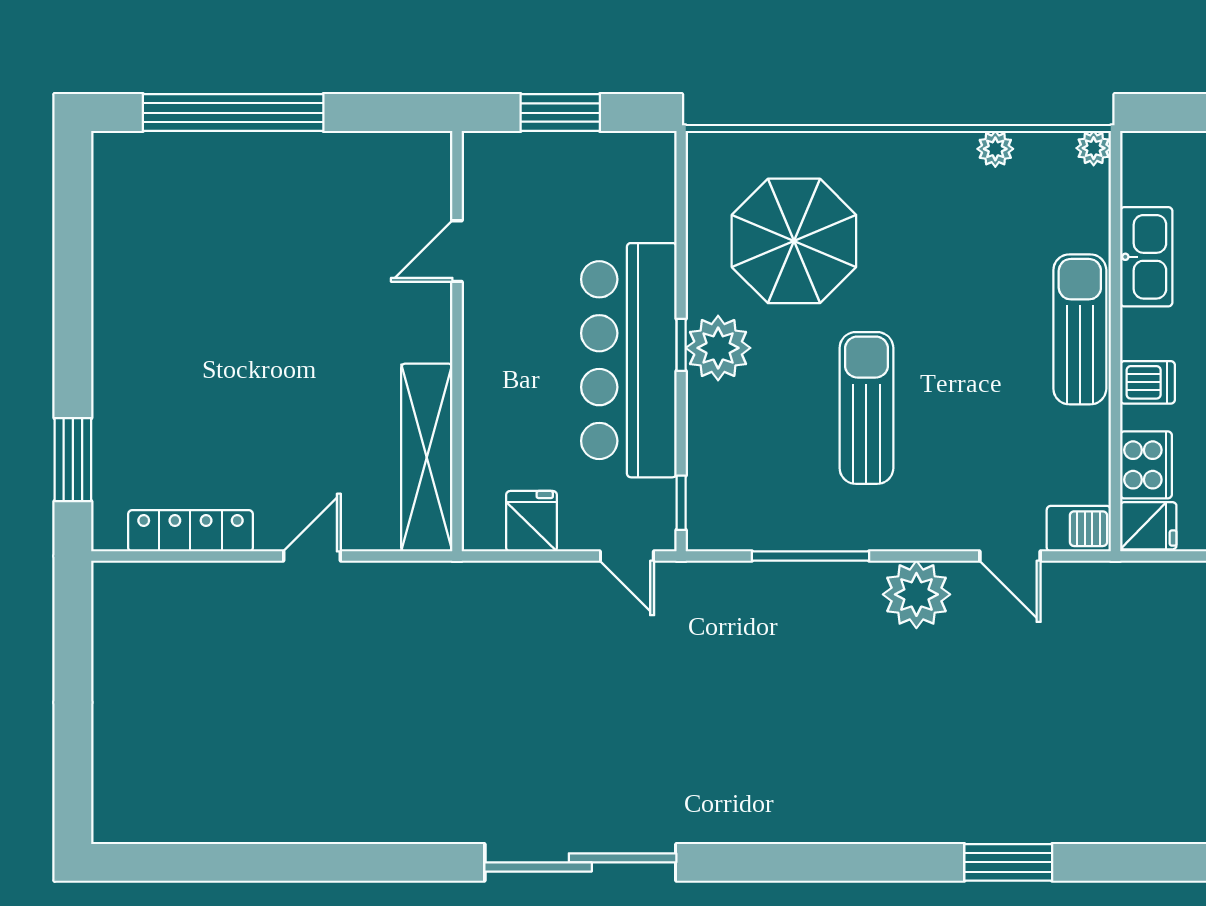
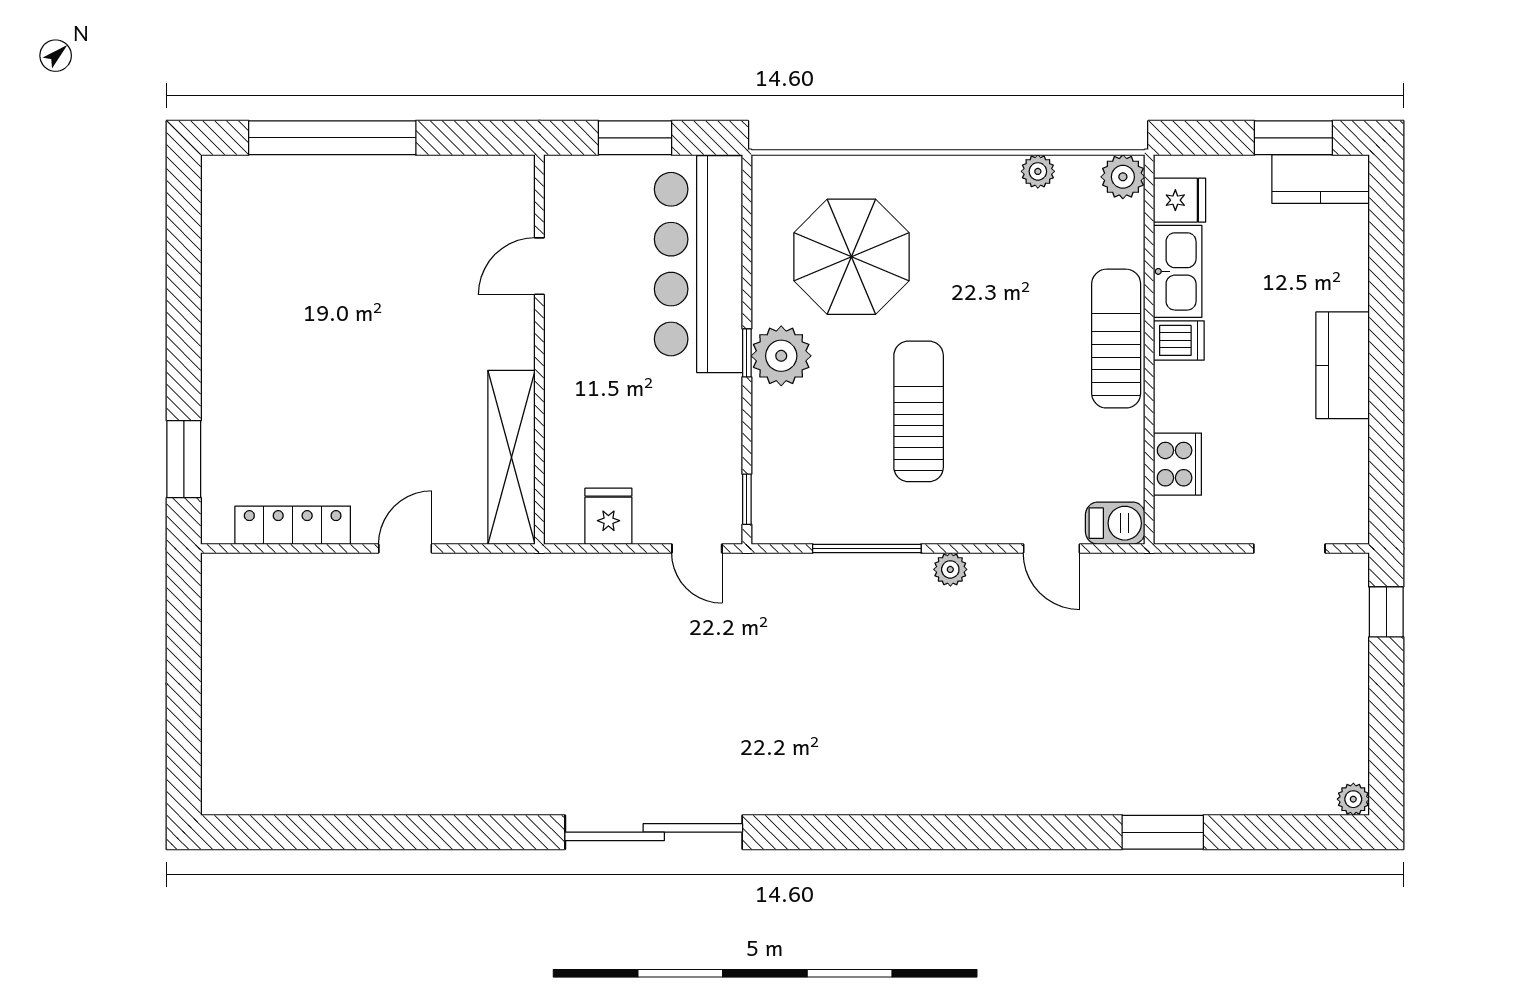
plant: (1094, 148) -> (1123, 177), width x1.38, depth x1.38
bar counter: (629, 360) -> (699, 264), moved
dishwasher: (1148, 382) -> (1179, 340), moved
fridge: (1148, 526) -> (1180, 200), moved
plant: (916, 594) -> (950, 569), width x0.53, depth x0.53
window: (1008, 862) -> (1163, 832), moved

